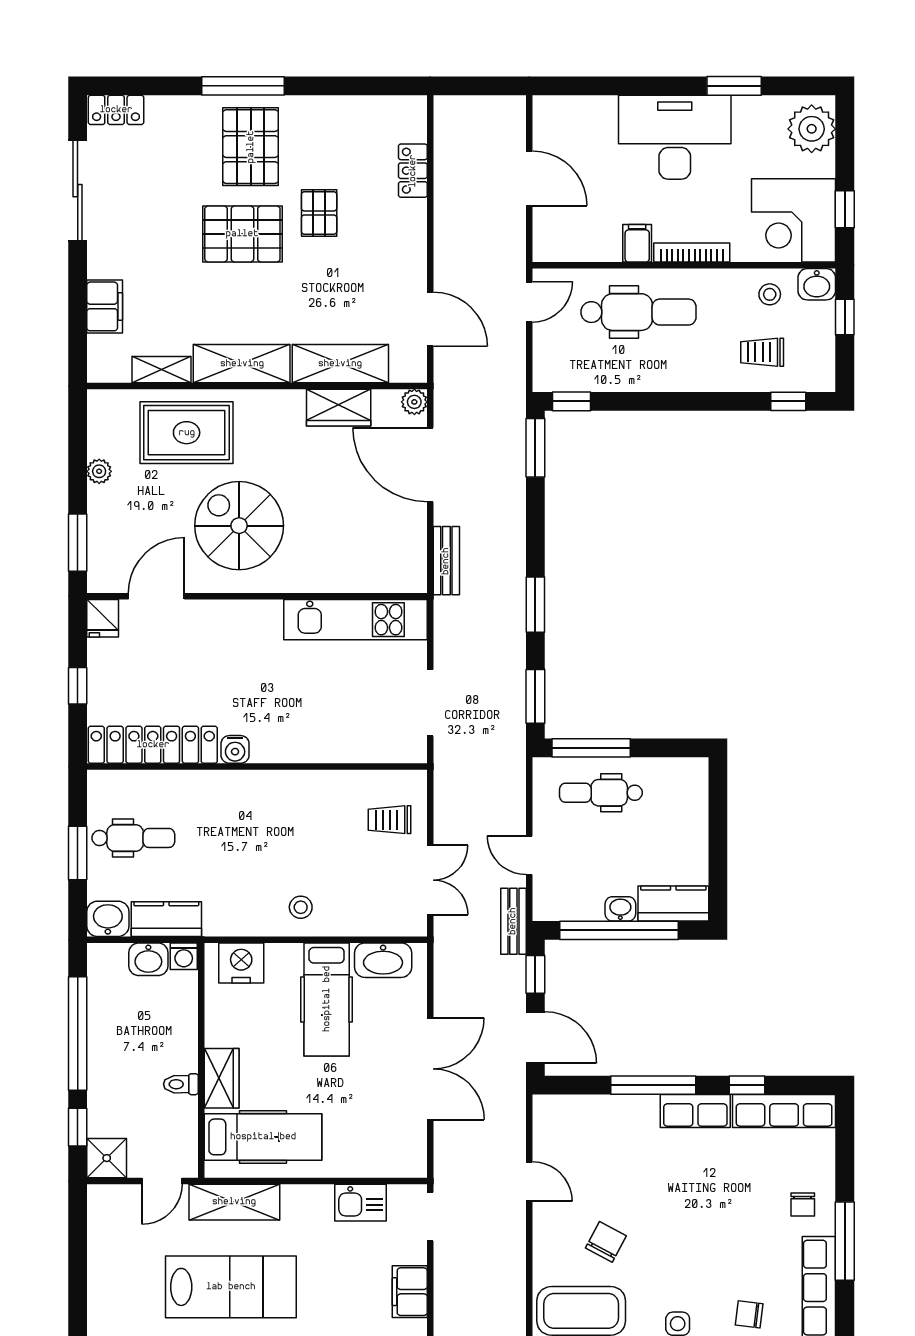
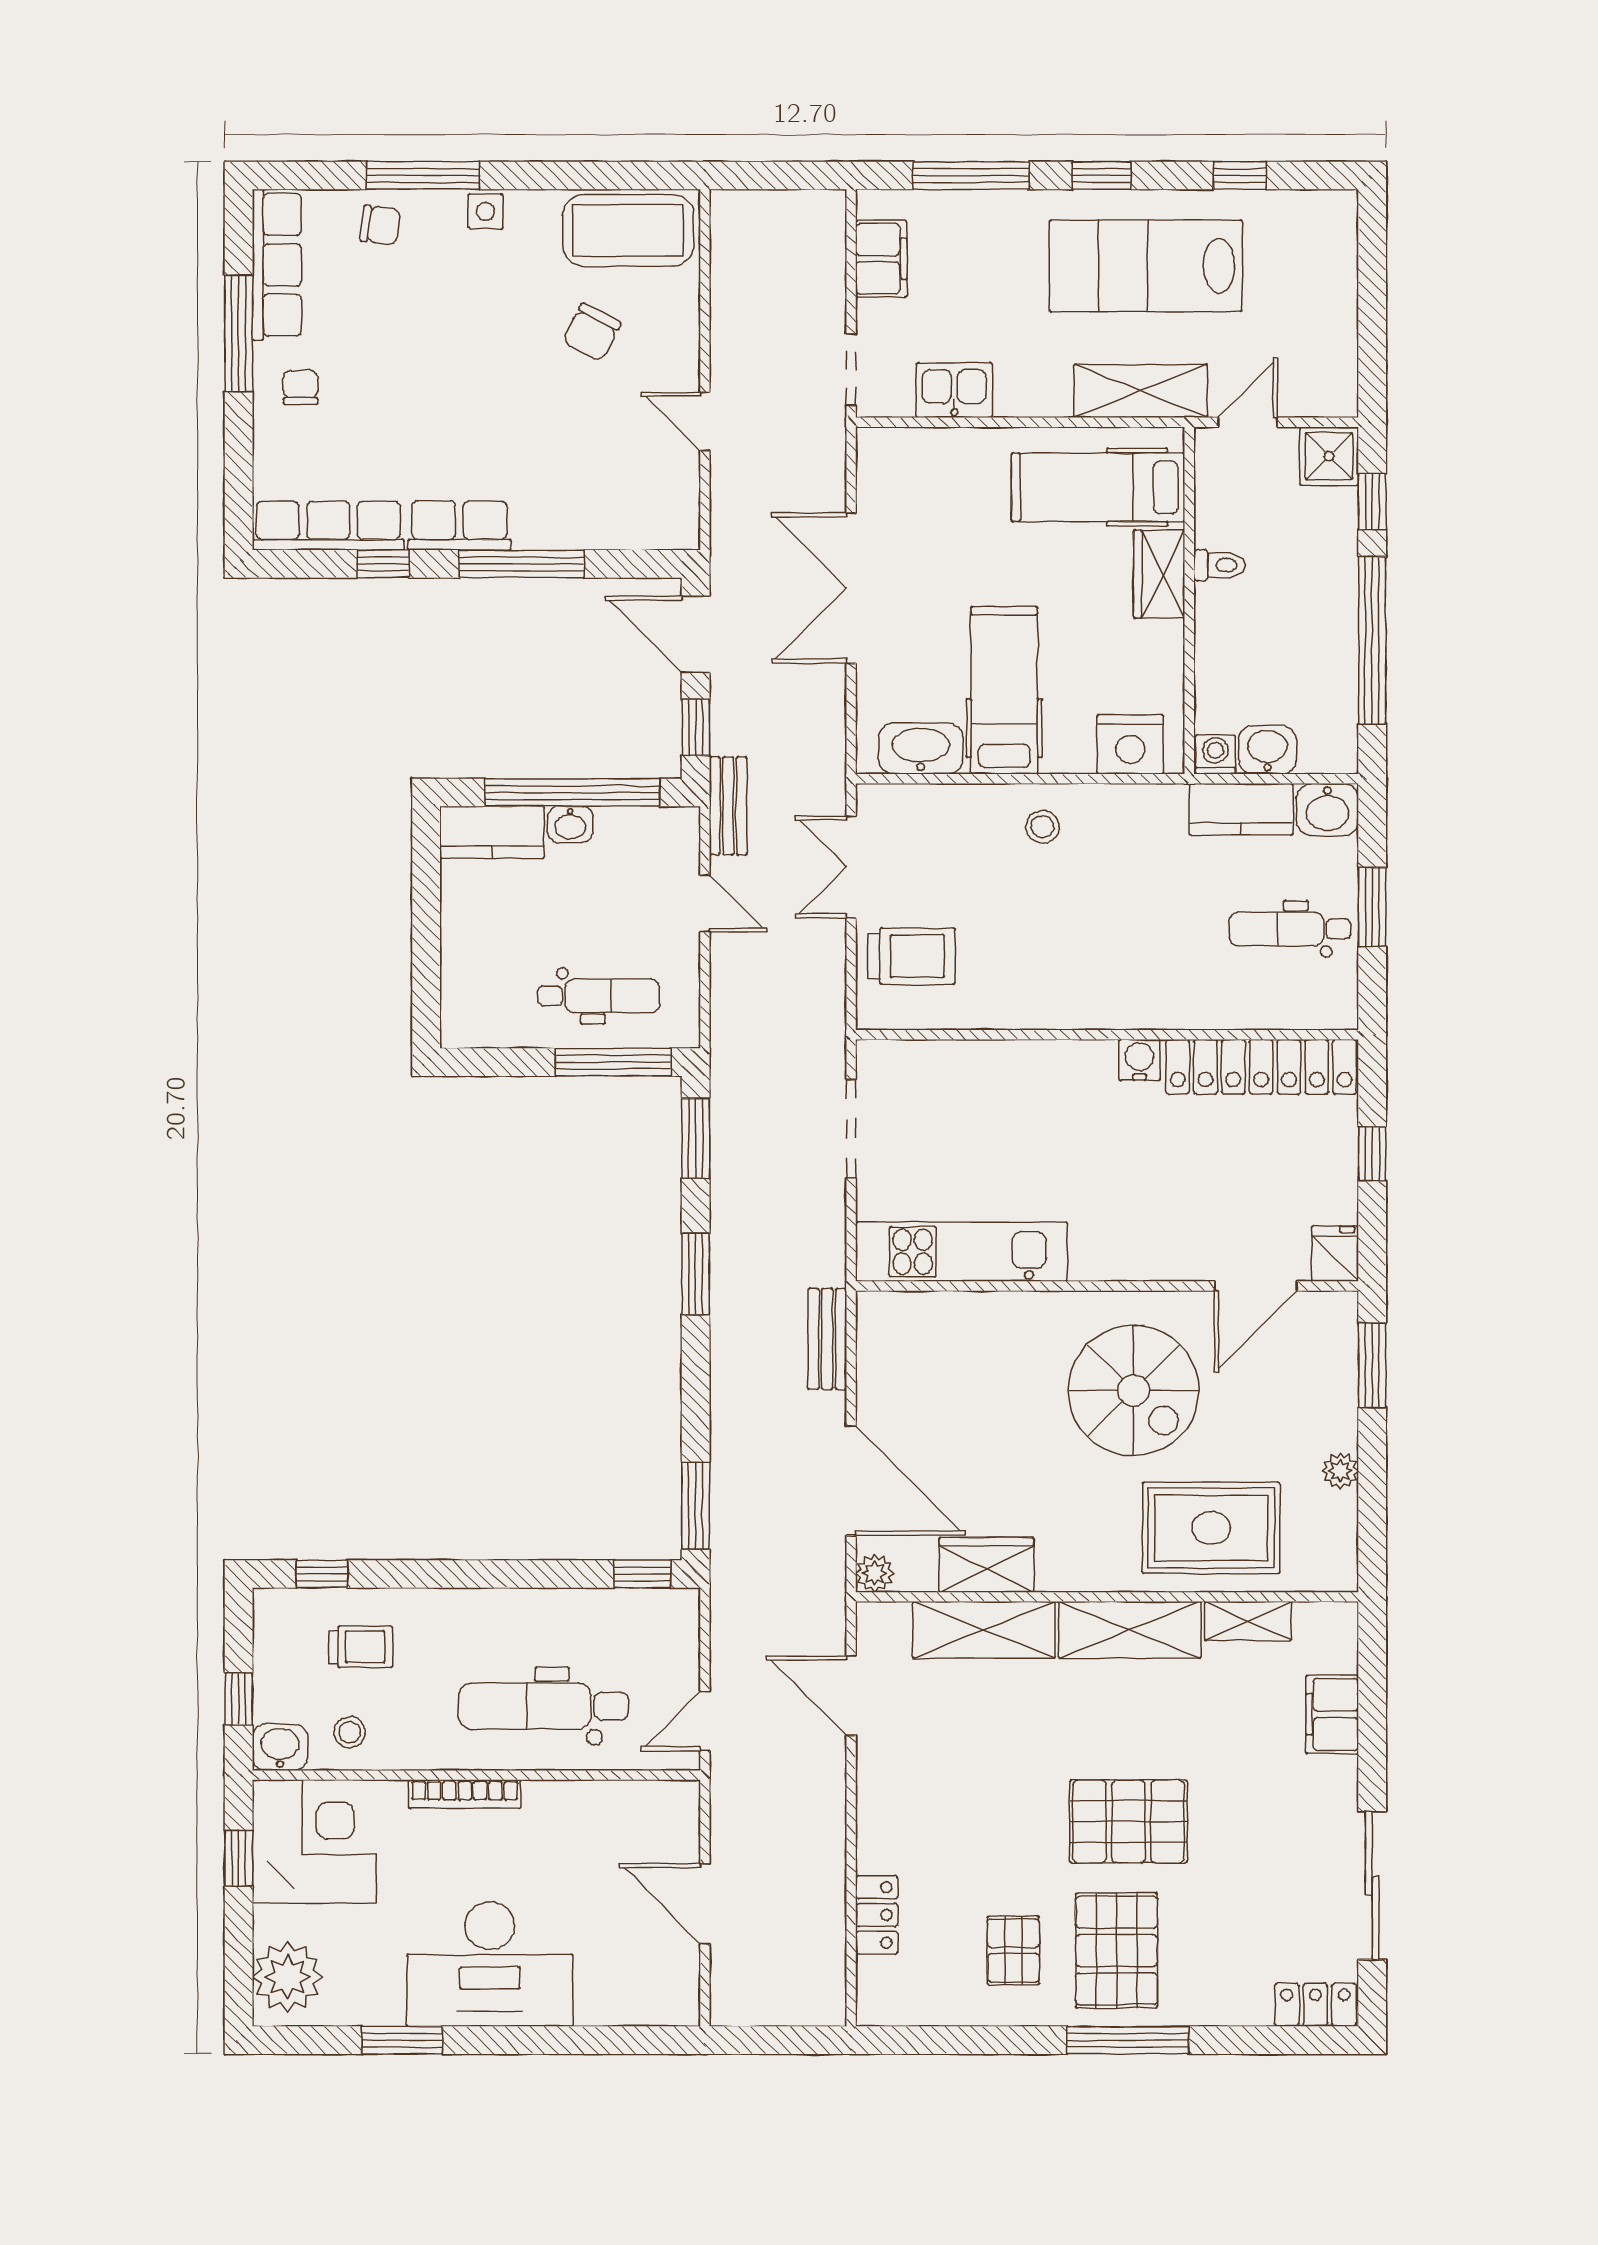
pallet: (319, 213) -> (1013, 1950), moved
filing cabinet: (637, 243) -> (545, 1808), removed
trolley: (389, 820) -> (911, 956), width x1.36, depth x1.39

